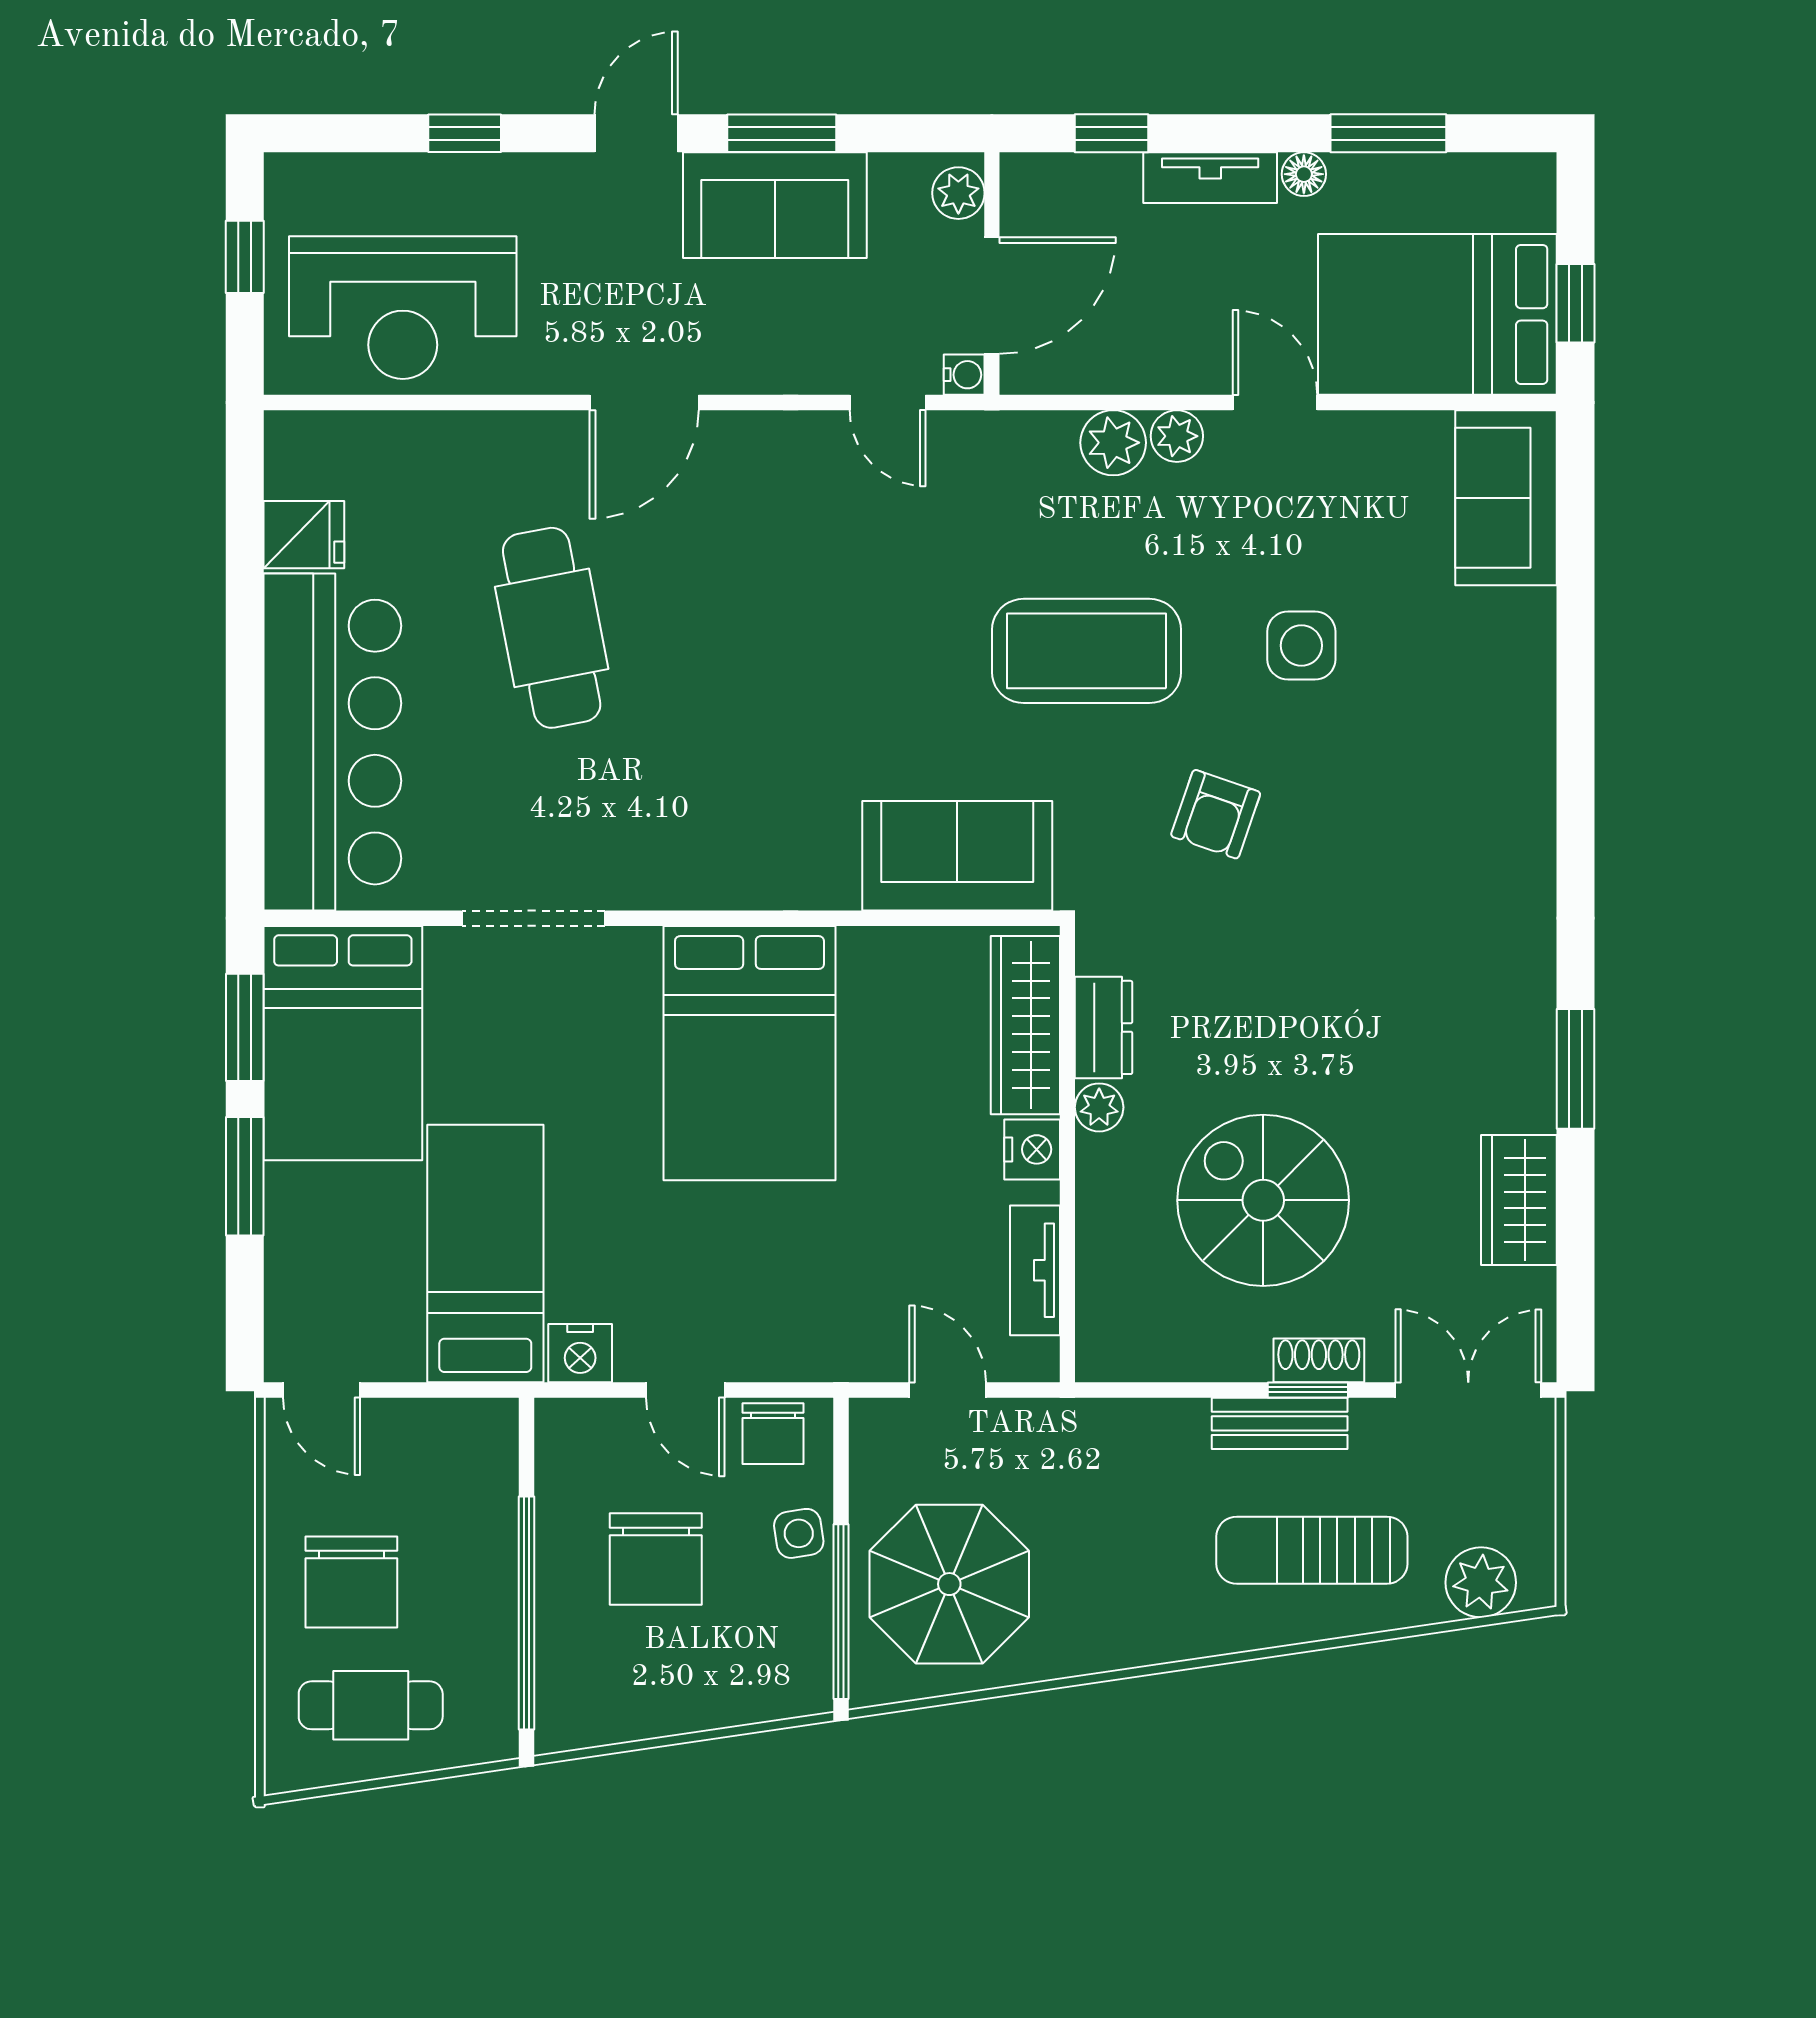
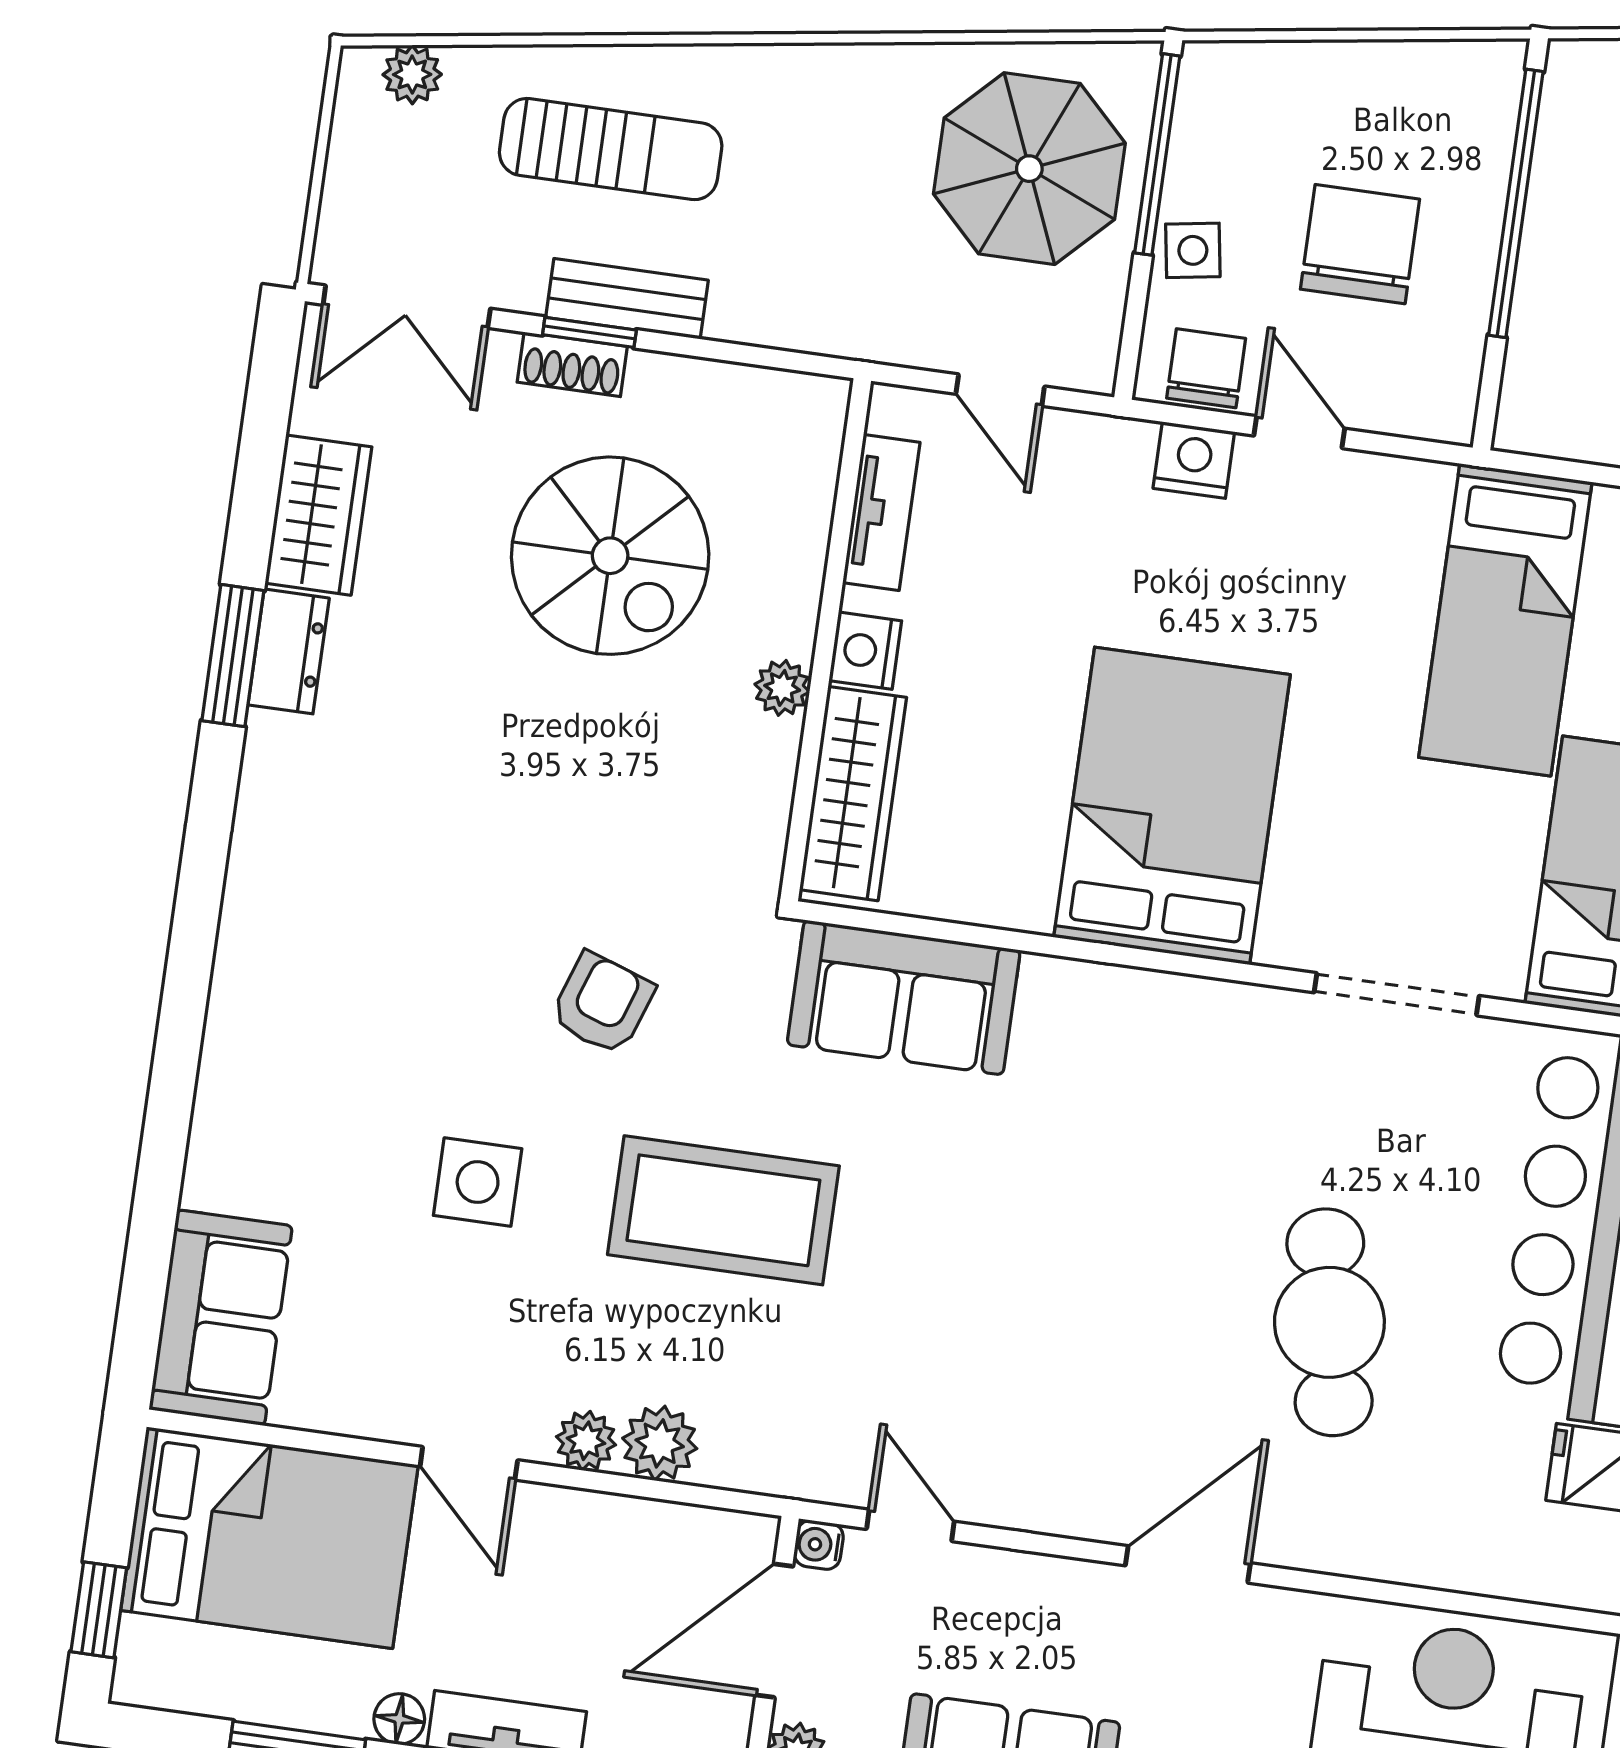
window: (1576, 303) -> (99, 1610), moved
dresser: (1104, 1027) -> (289, 651), moved, turned 180
nightstand: (580, 1353) -> (1194, 460), moved
plant: (1481, 1582) -> (412, 74), width x0.73, depth x0.73

